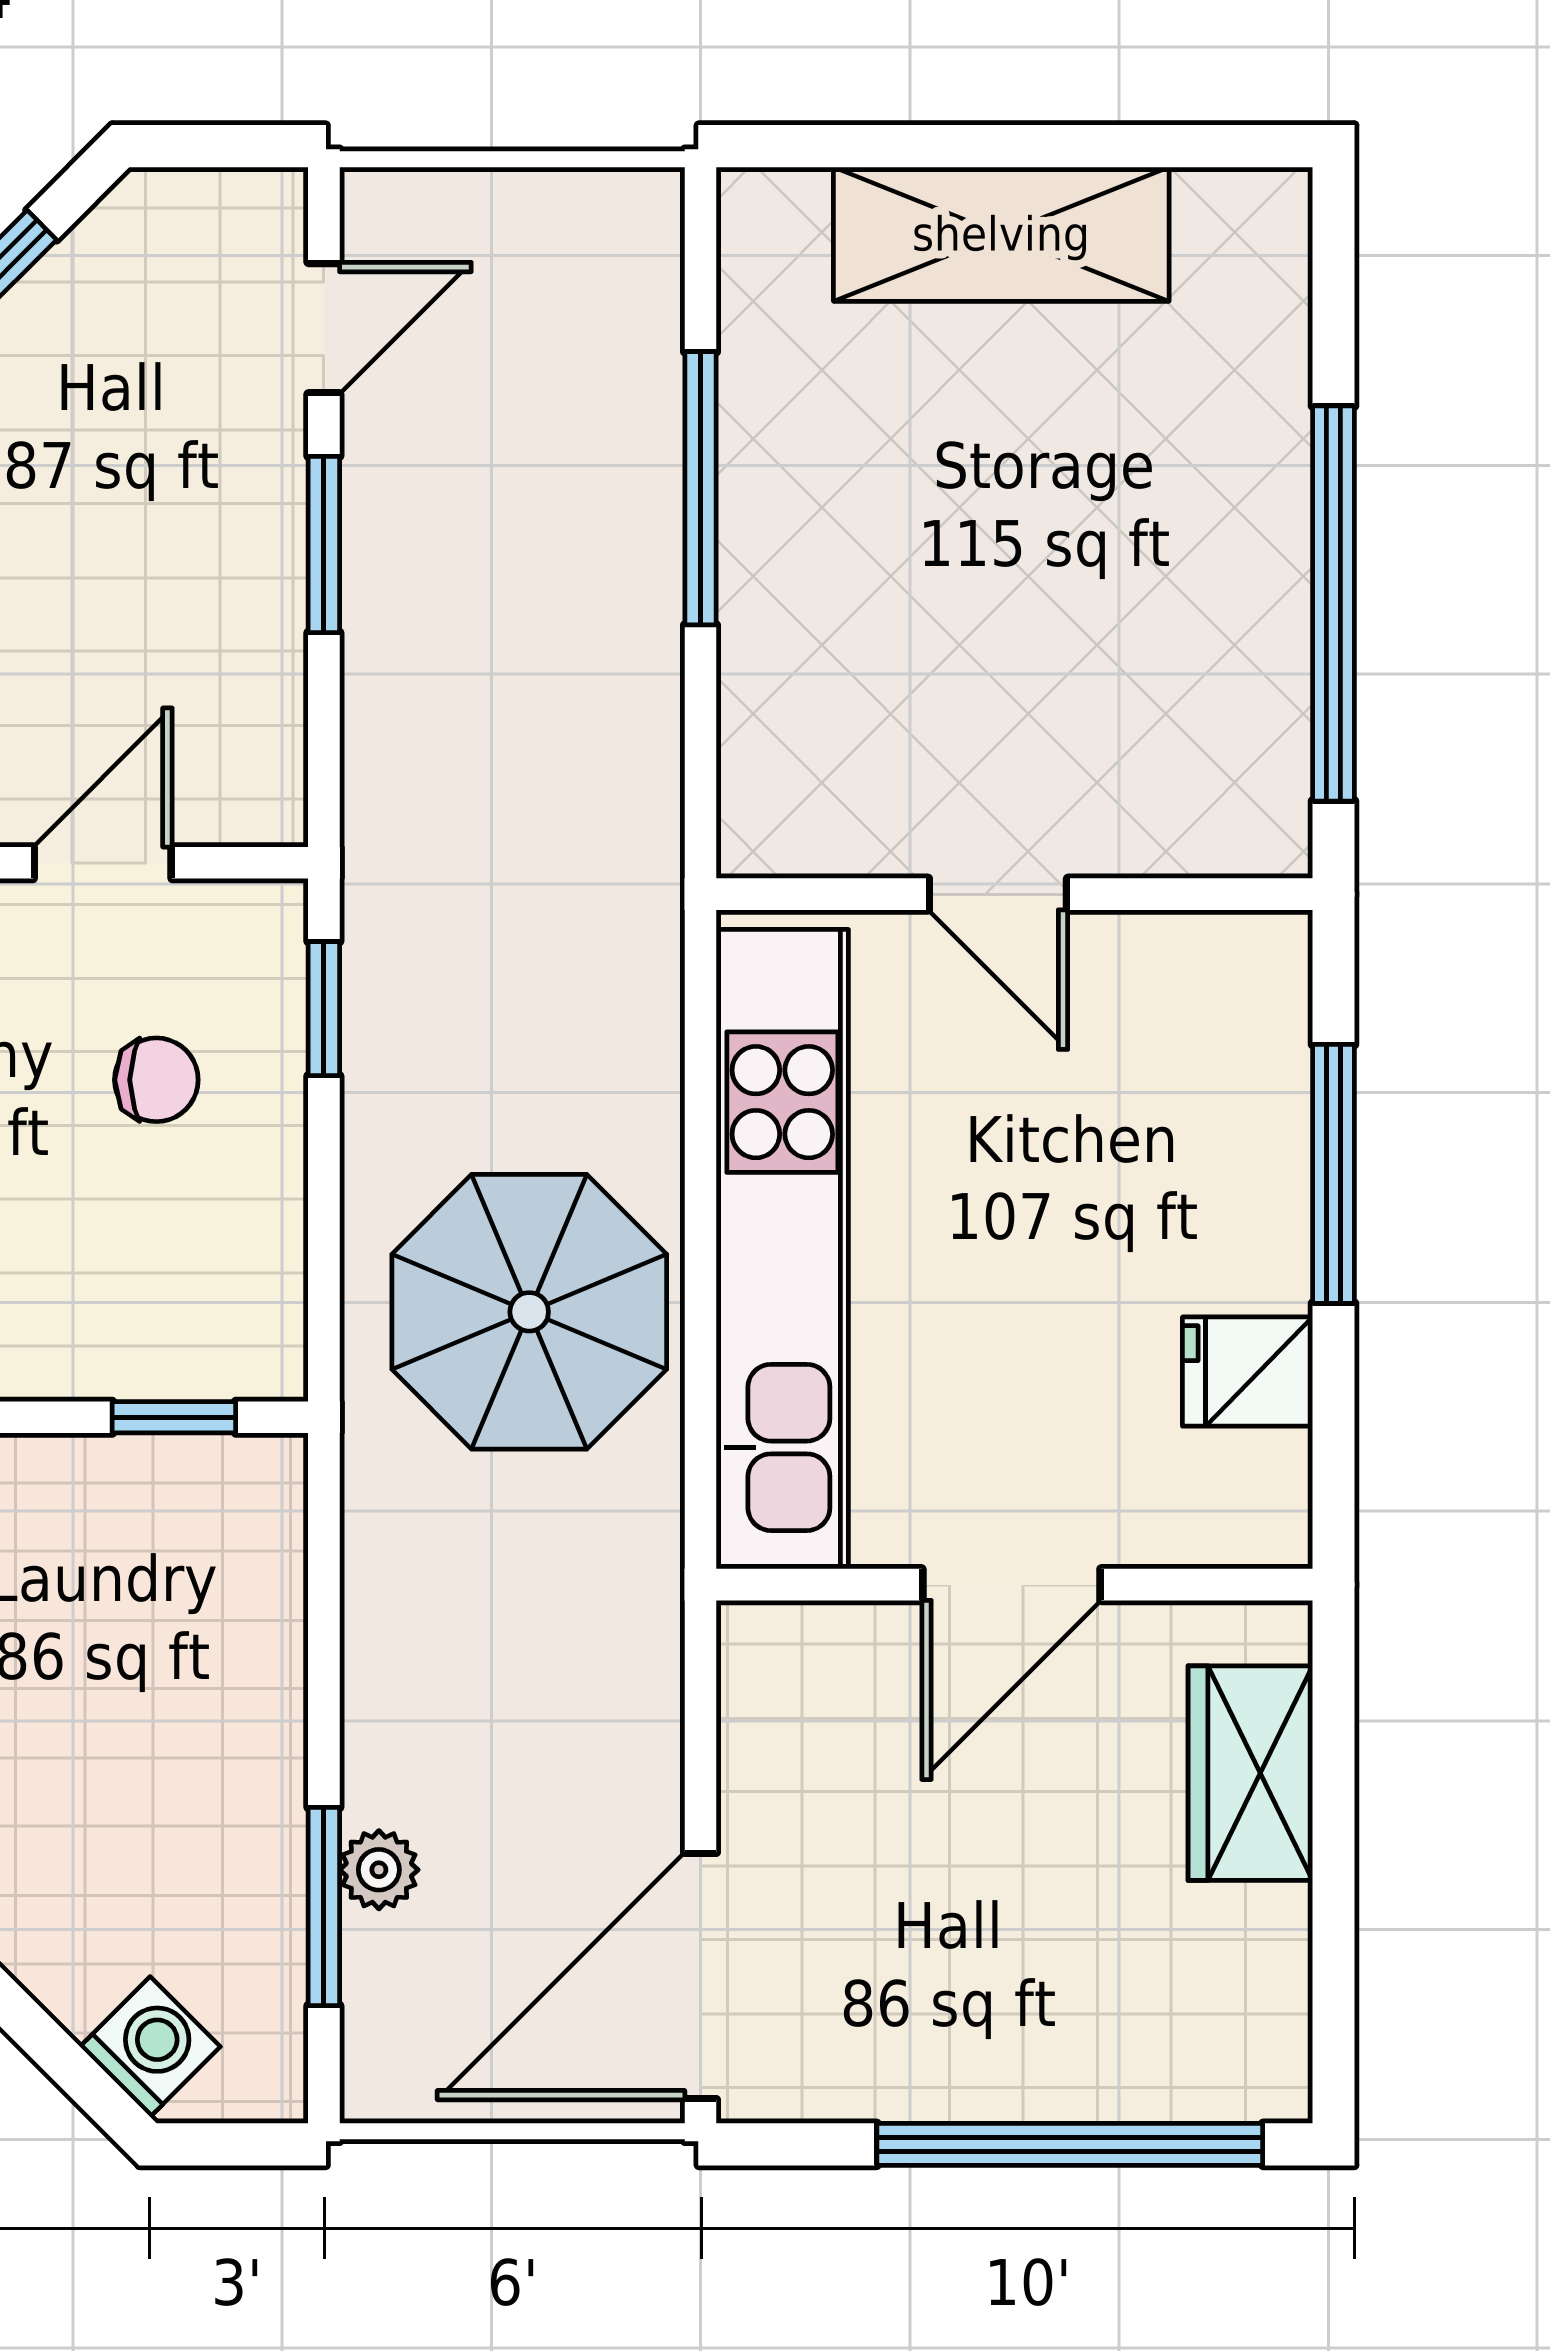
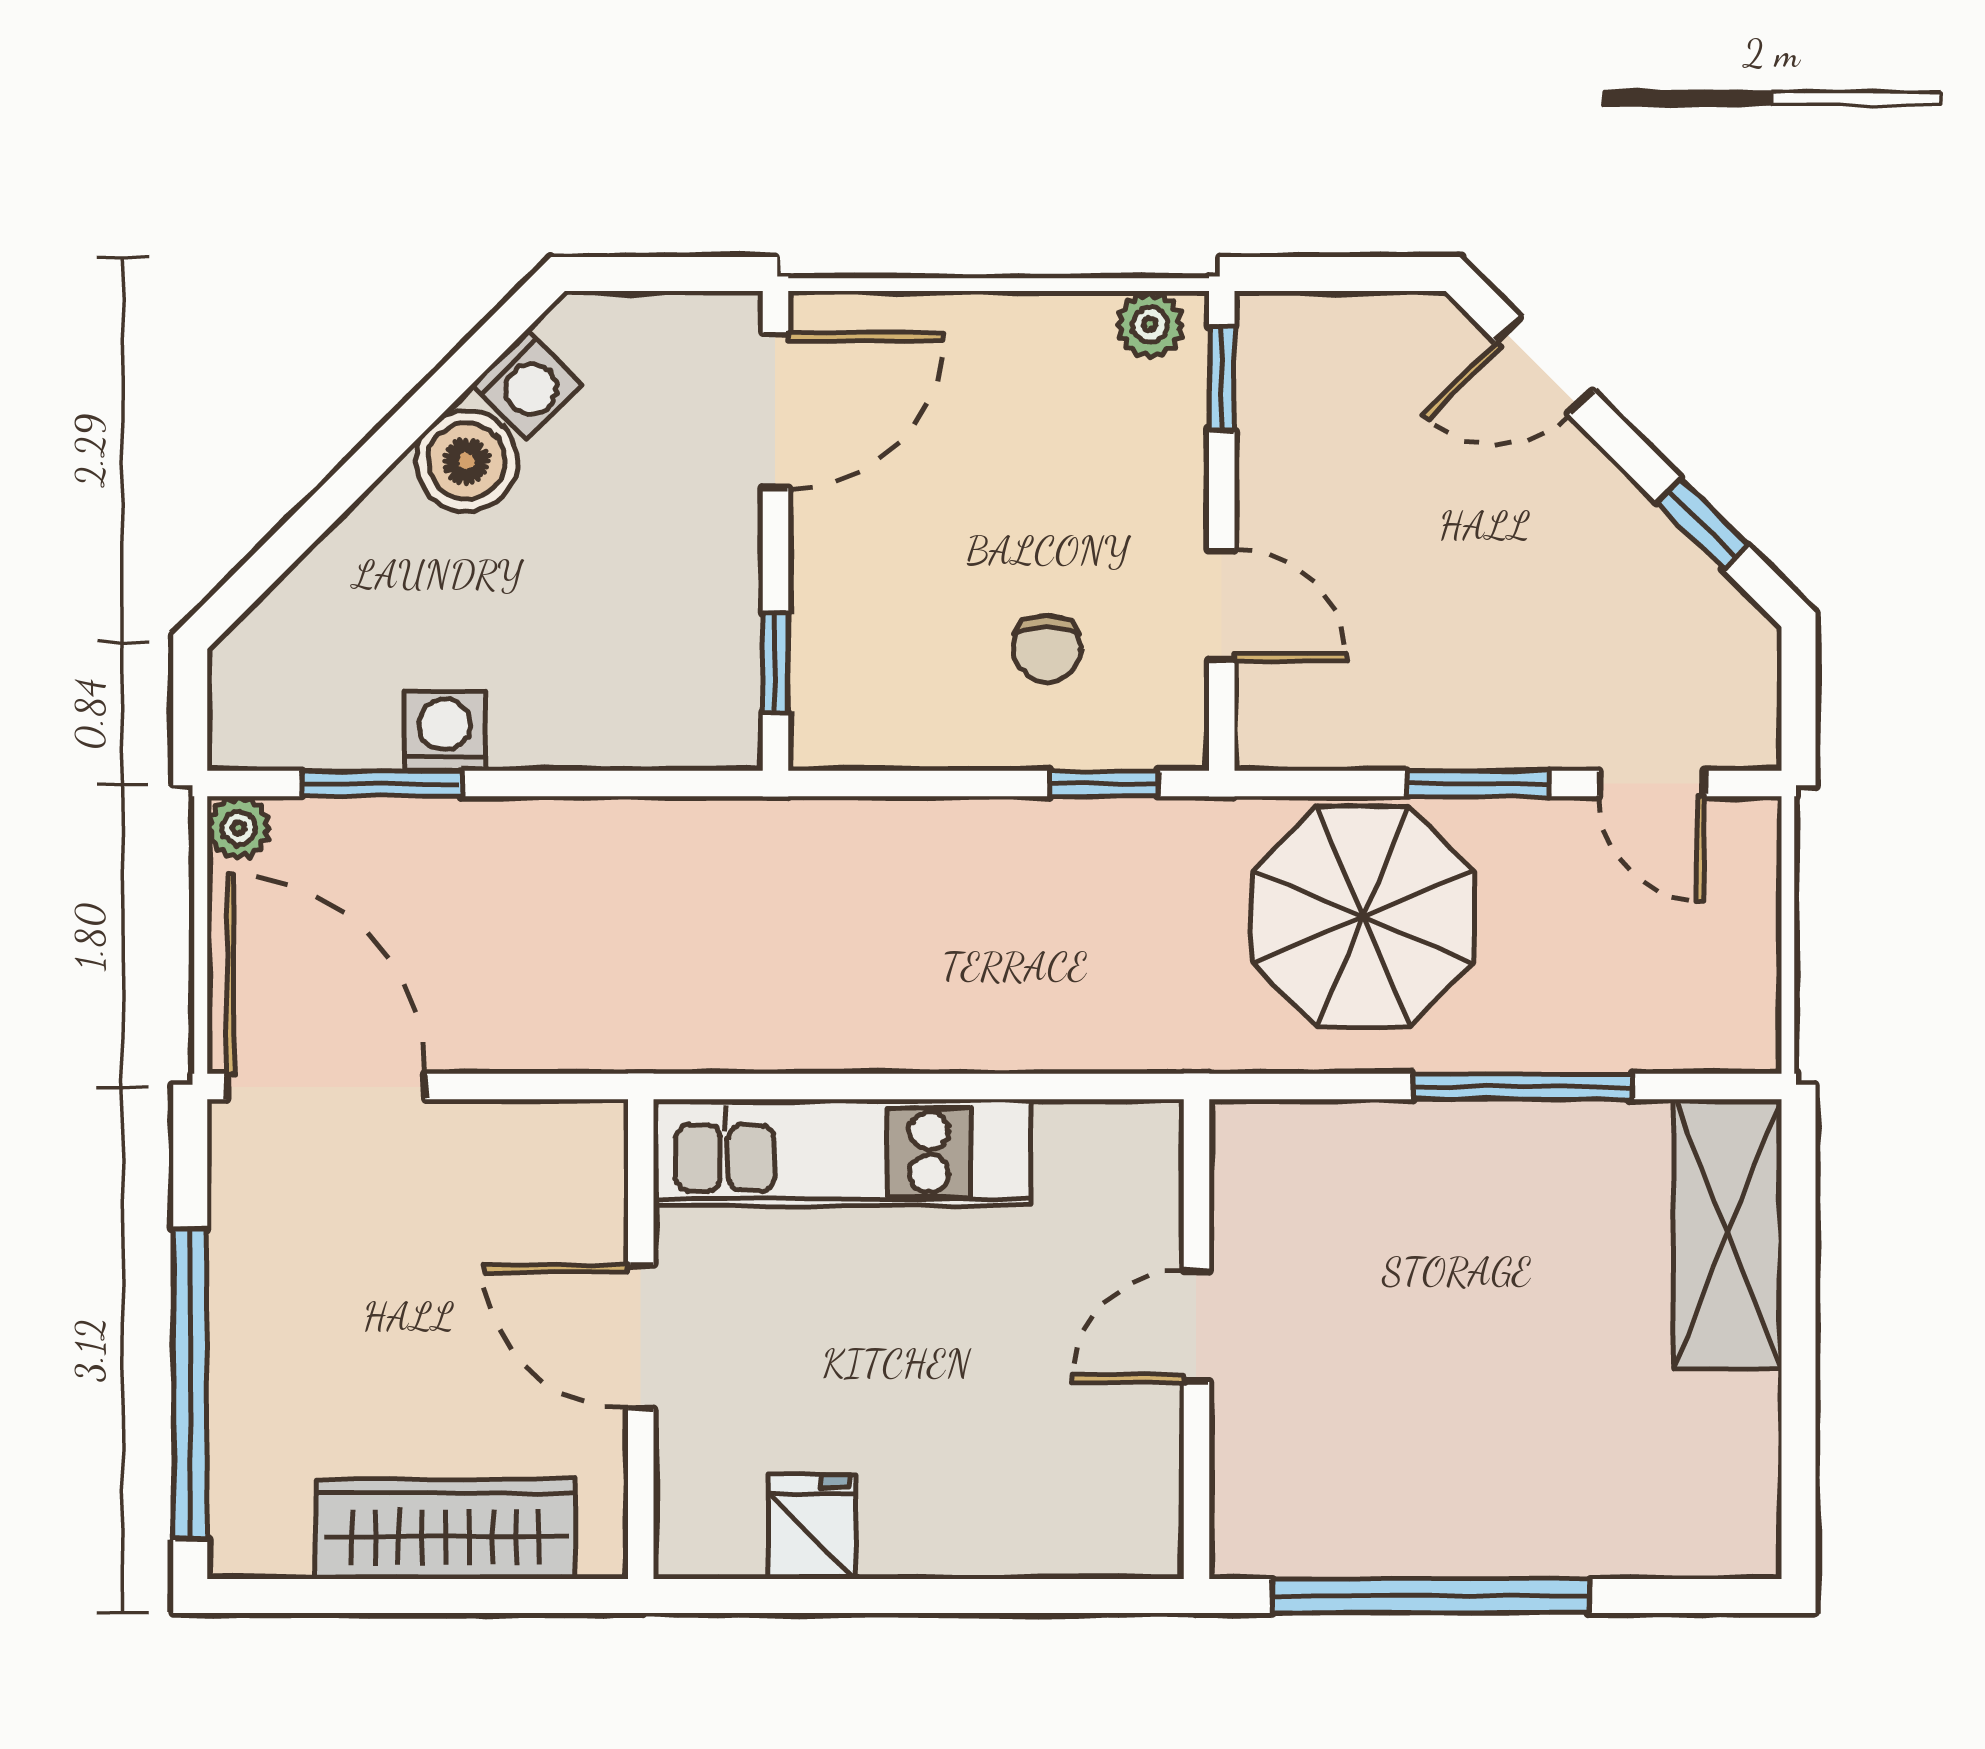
shelving: (1001, 234) -> (1728, 1234), moved
window: (1333, 1174) -> (971, 1596), removed
kitchen unit: (782, 1249) -> (842, 1152), width x0.73
parasol: (529, 1312) -> (1363, 917), moved
wardrobe: (1250, 1773) -> (446, 1529), width x1.50
plant: (379, 1870) -> (239, 828), moved
washing machine: (150, 2047) -> (445, 731), moved, turned -135

